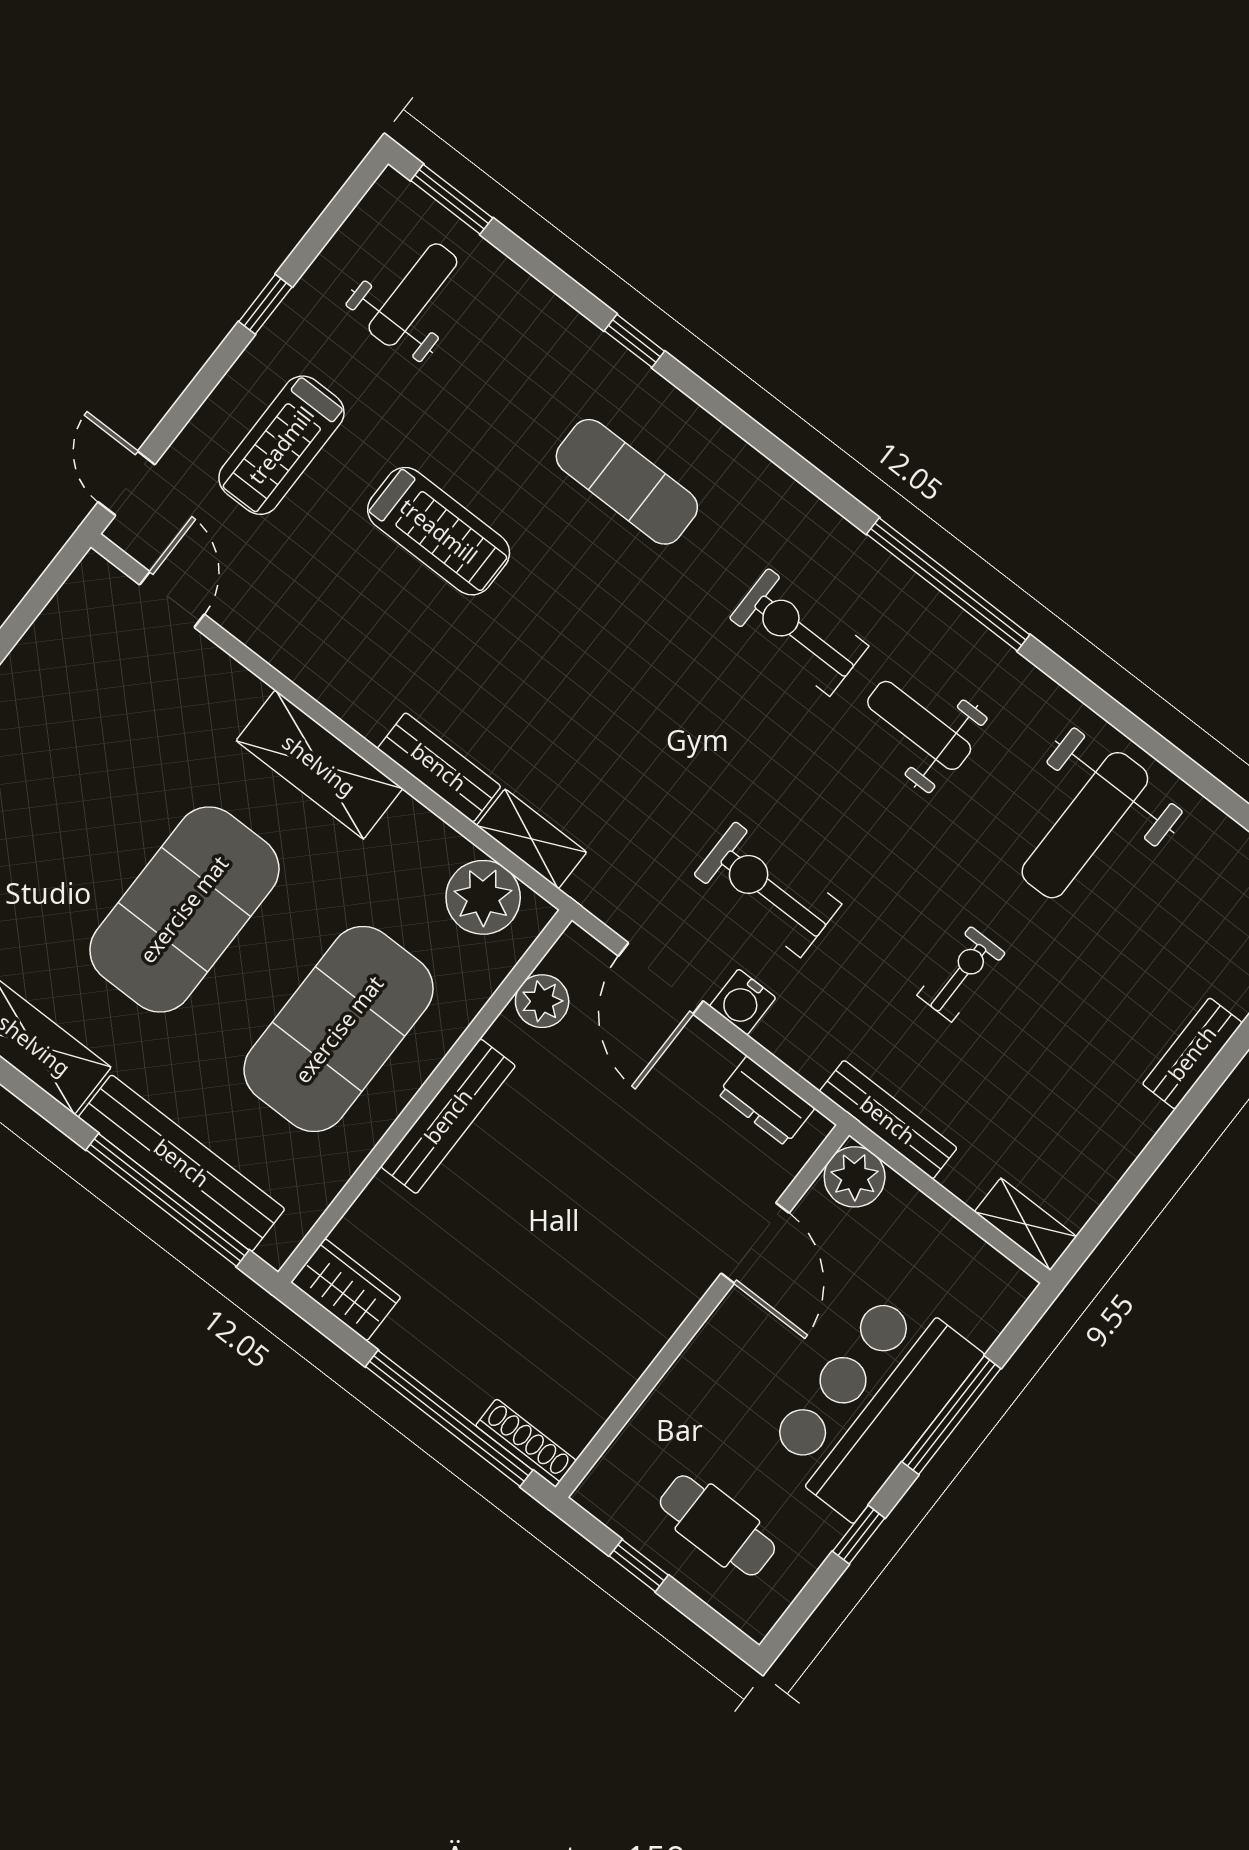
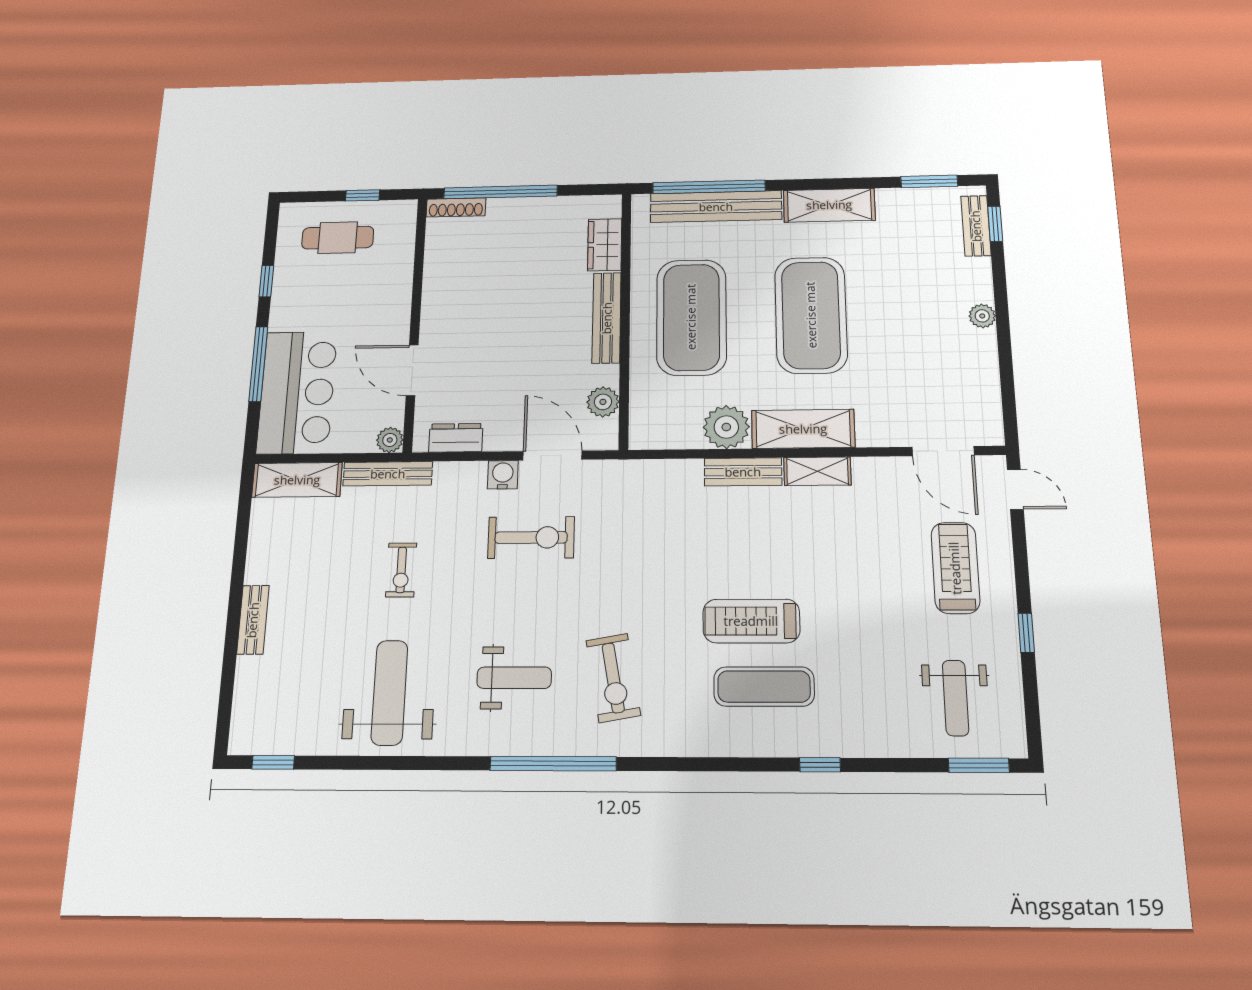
treadmill: (439, 531) -> (751, 621), moved
door: (172, 599) -> (943, 451), width x1.38
exercise bike: (799, 632) -> (613, 678), turned 80
shelving: (532, 839) -> (817, 471), moved
plant: (483, 897) -> (726, 427), moved
plant: (855, 1177) -> (390, 440), width x0.73, depth x0.73
shelving: (1025, 1224) -> (297, 480), width x1.50, depth x1.33
wardrobe: (346, 1290) -> (605, 245), moved, turned 90
bar counter: (872, 1403) -> (297, 392), moved

